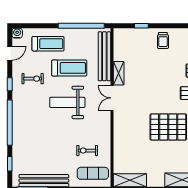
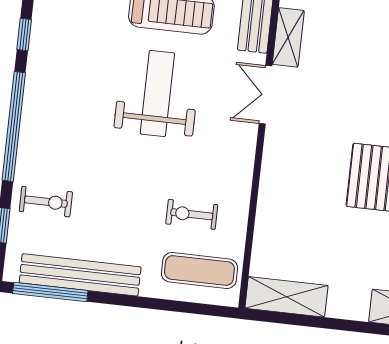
exercise bike: (33, 79) -> (46, 202), moved
weight bench: (67, 102) -> (157, 93), turned 90

